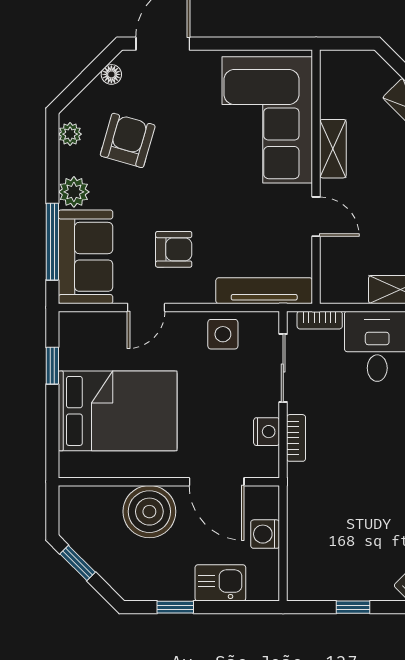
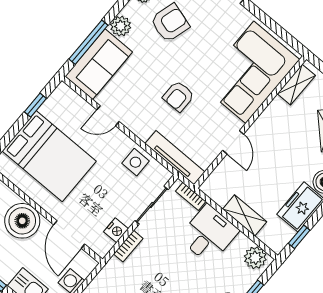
shelving: (333, 149) -> (296, 85), moved
armchair: (174, 249) -> (179, 96), moved, turned 90

